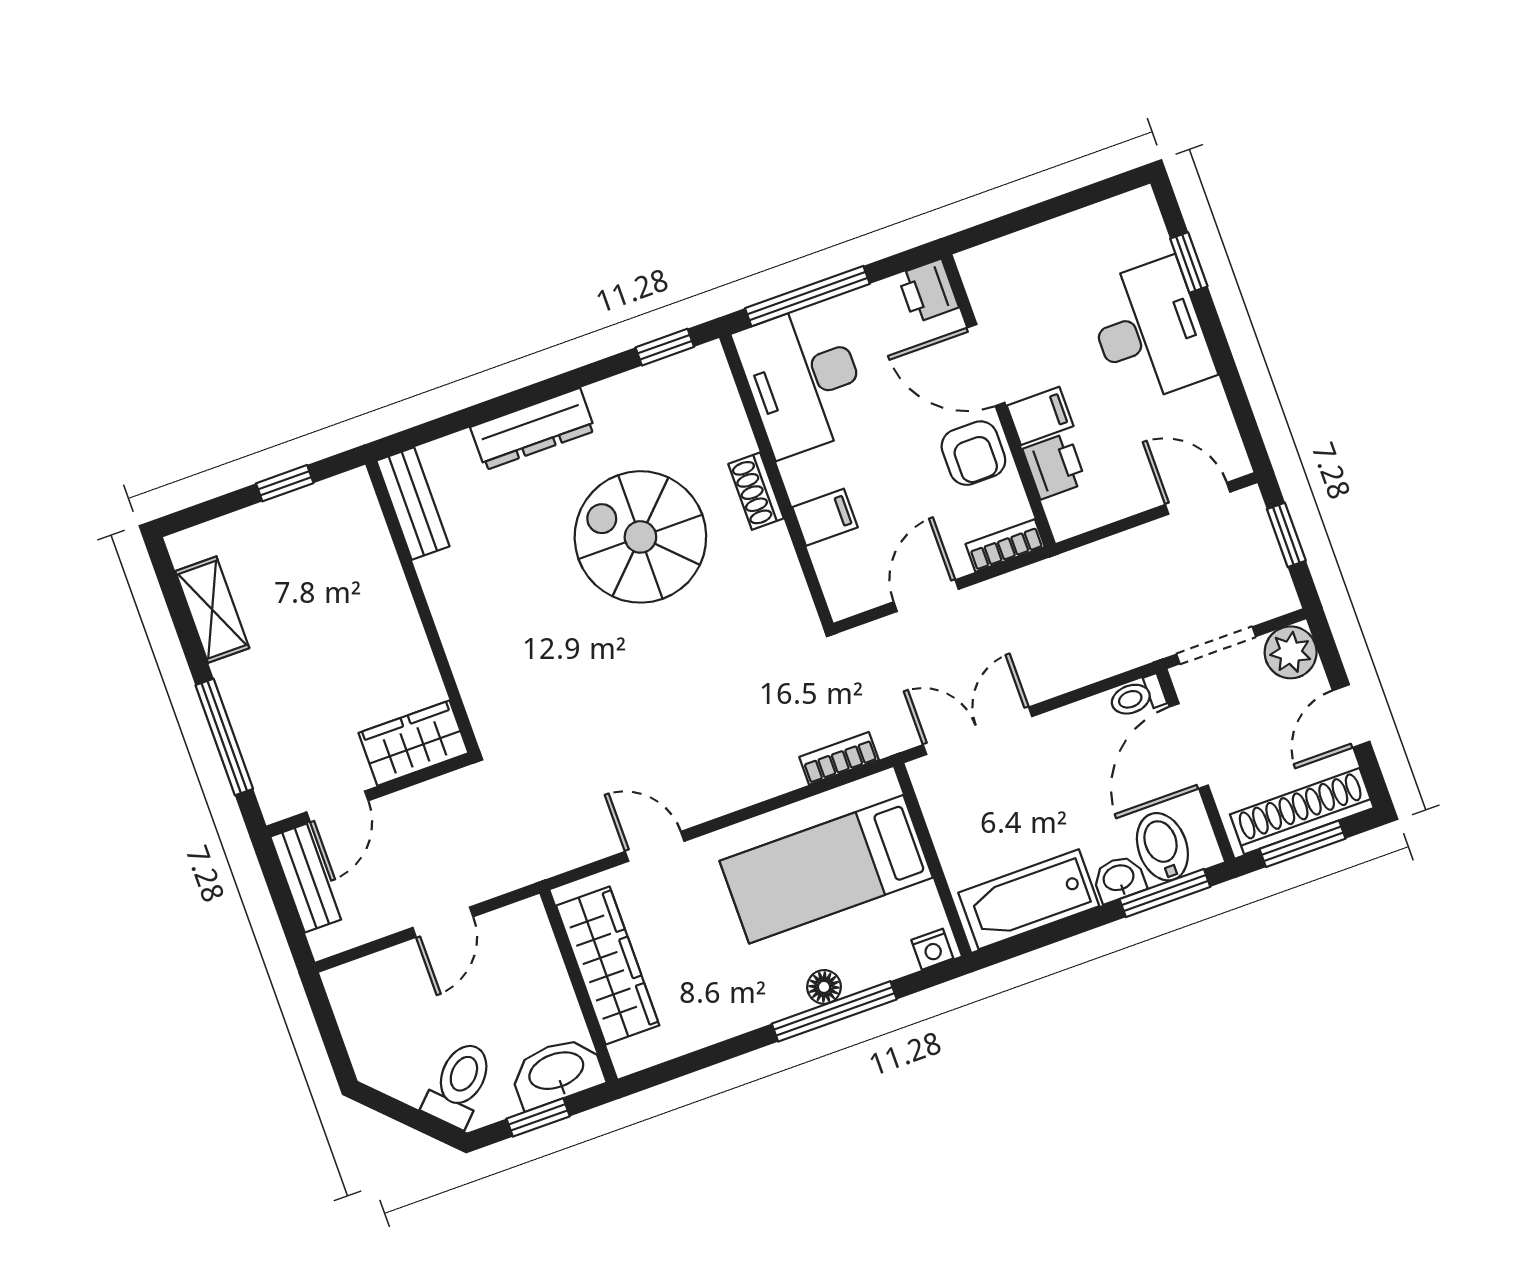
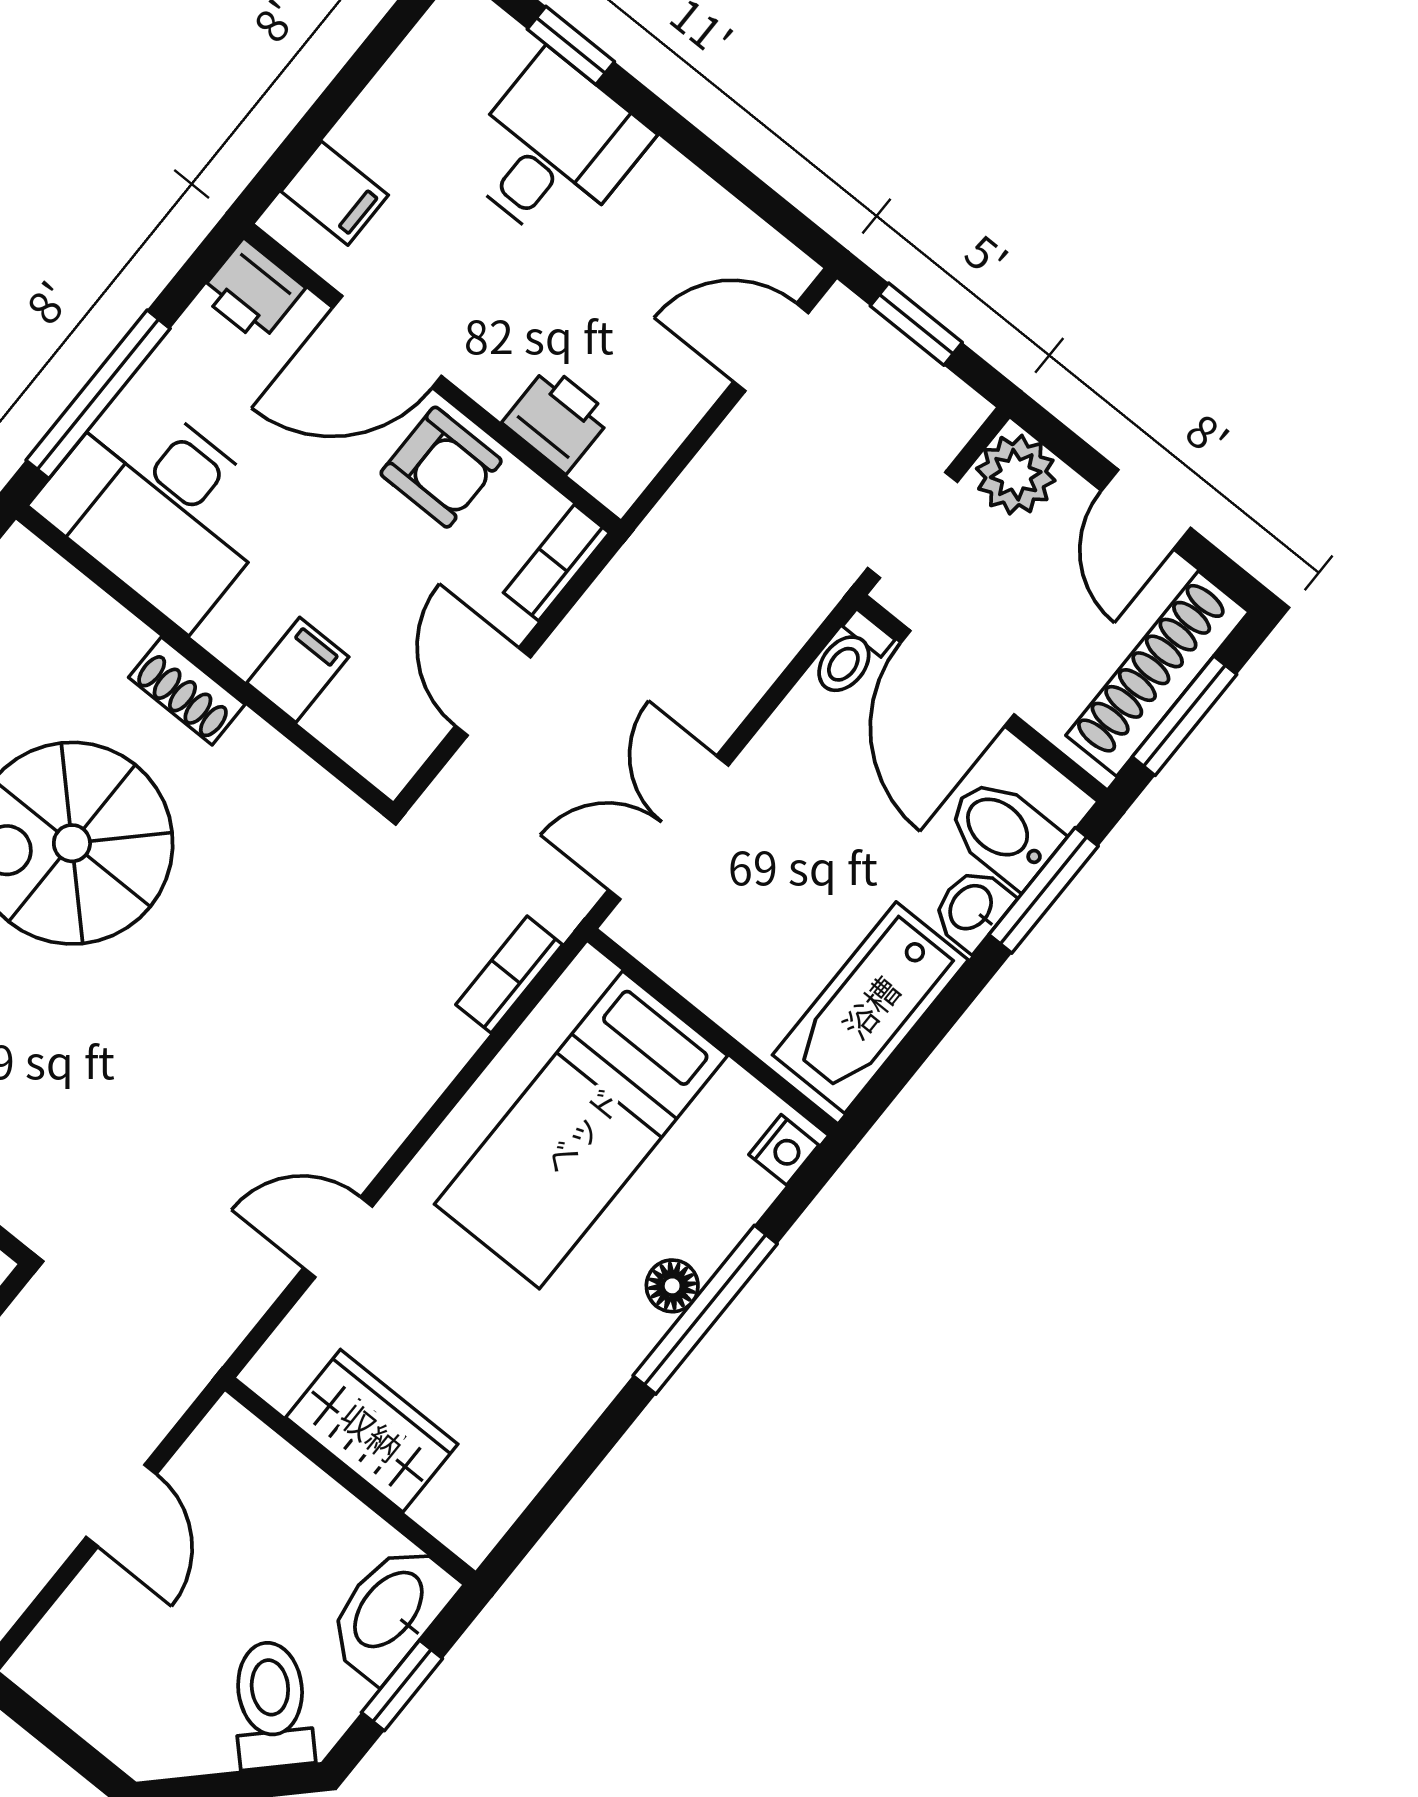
desk: (1149, 331) -> (553, 150), width x0.73
filing cabinet: (1040, 416) -> (335, 193), moved, turned 90
wardrobe: (608, 966) -> (372, 1431), width x0.67

